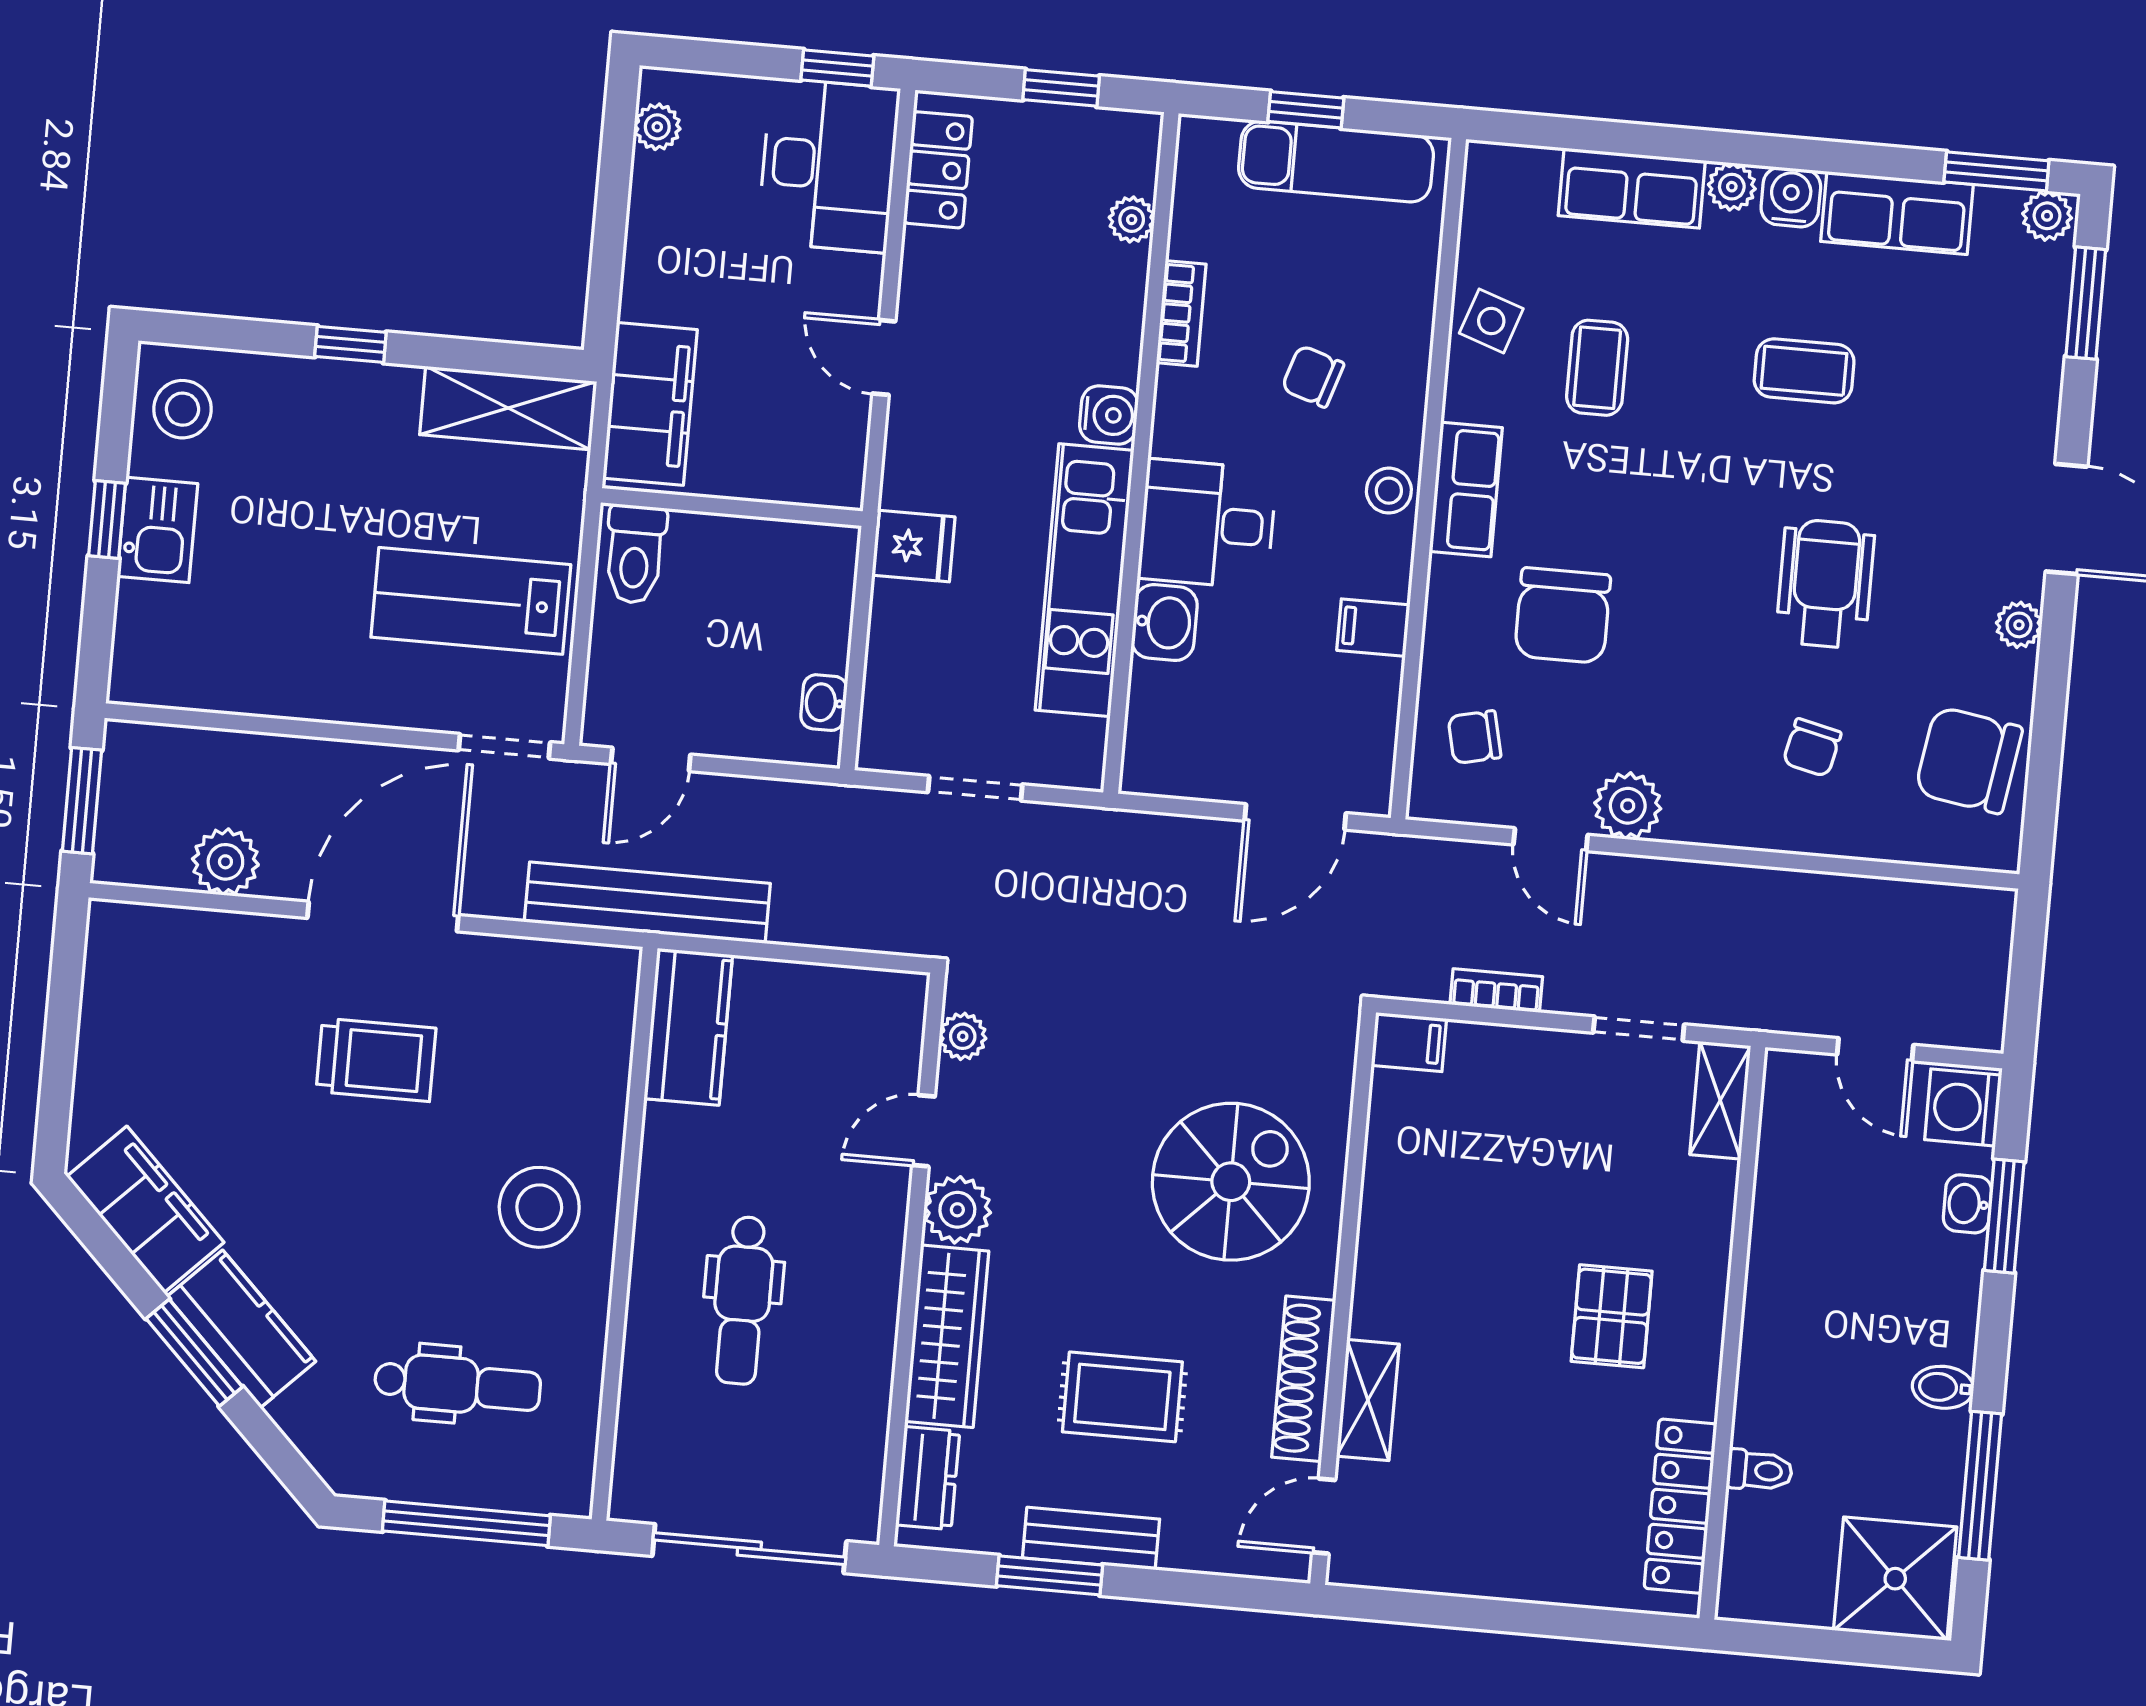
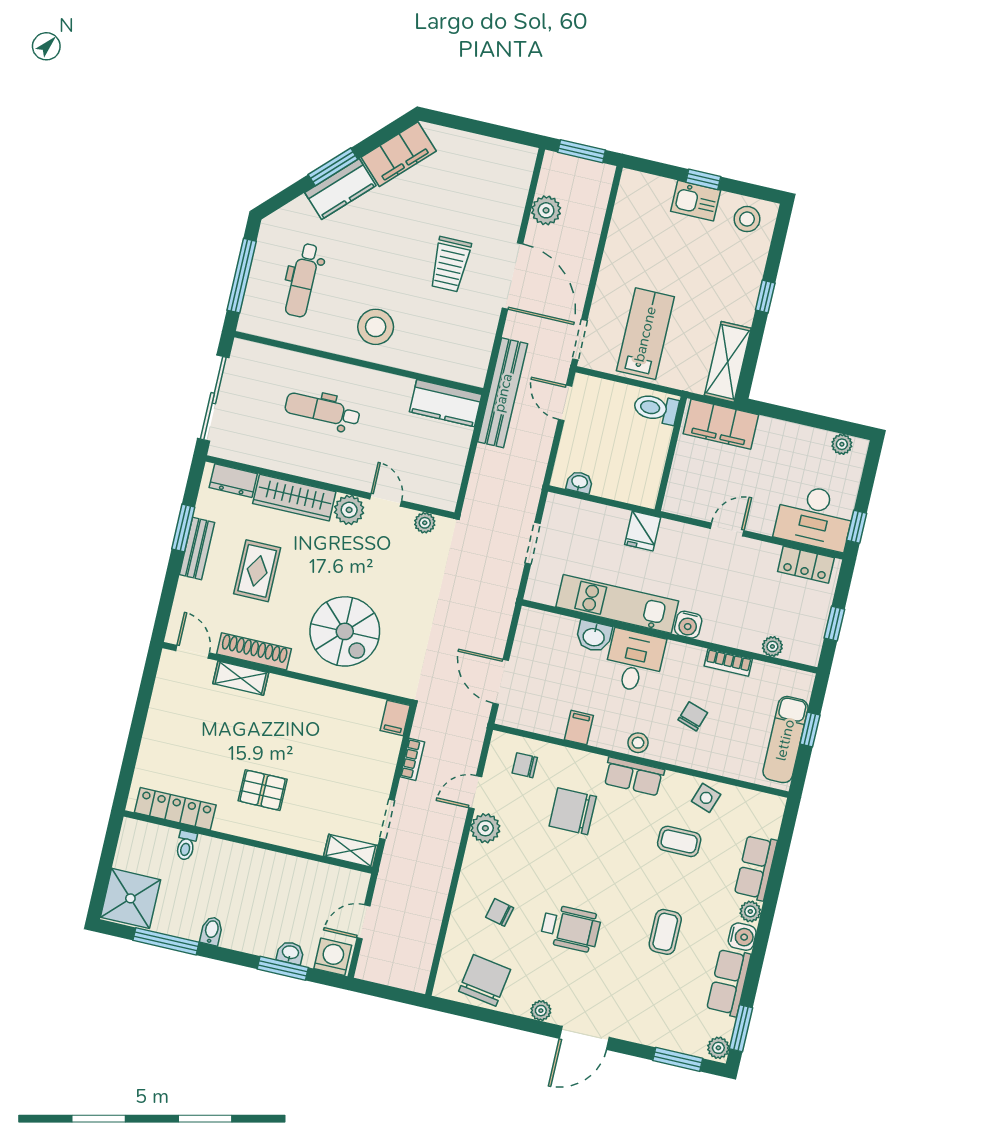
chair: (1474, 737) -> (525, 765), turned -77

